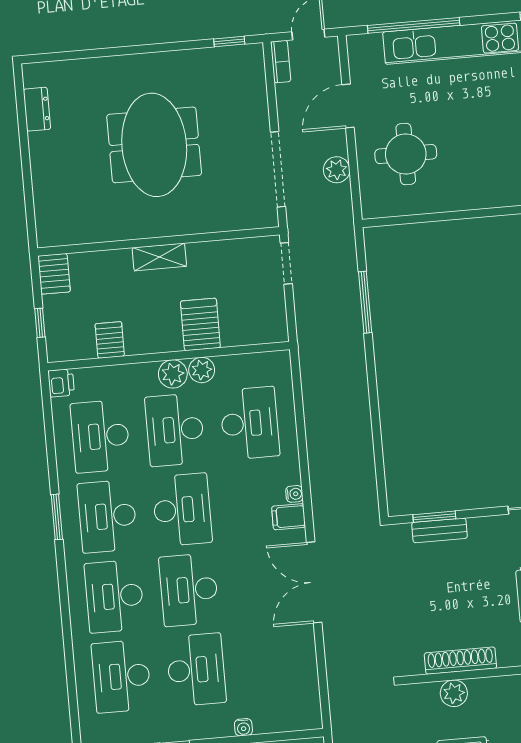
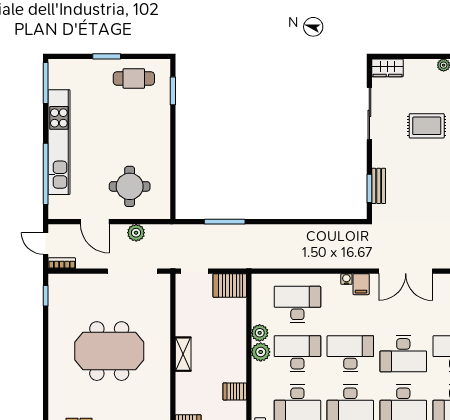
server rack: (200, 324) -> (230, 285), moved
desk: (175, 430) -> (297, 354), turned 180

